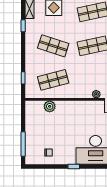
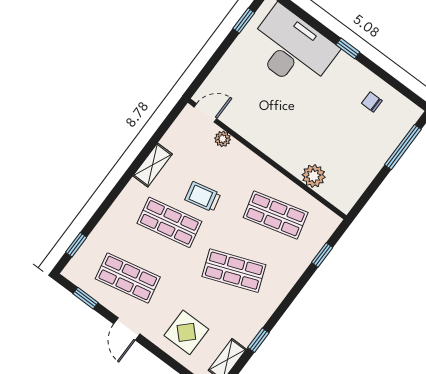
shop shelf: (53, 46) -> (234, 271), turned -39
trolley: (87, 66) -> (203, 197), added

